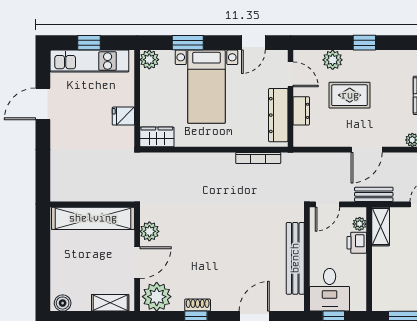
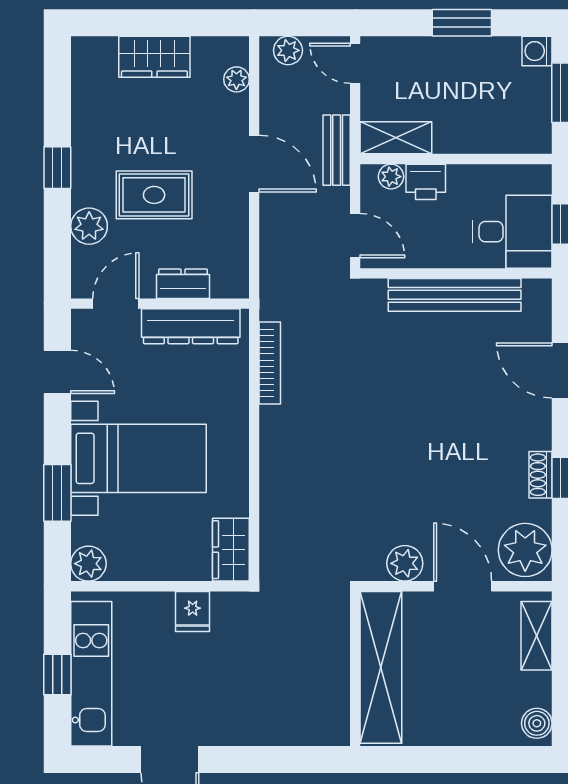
rug: (350, 95) -> (154, 195), turned 90

